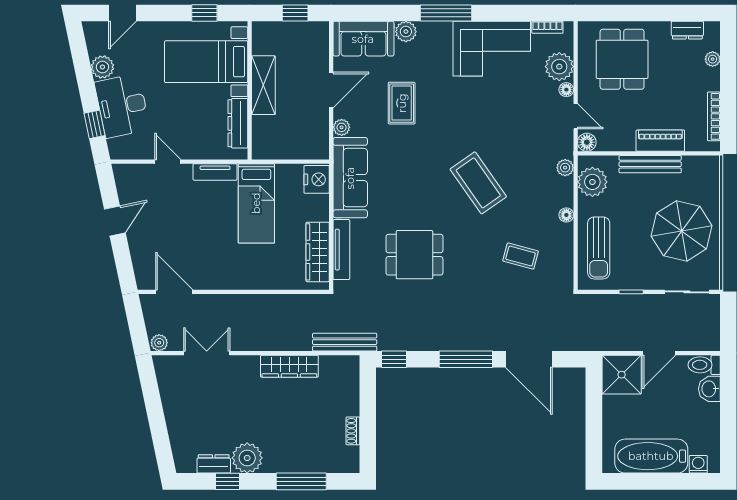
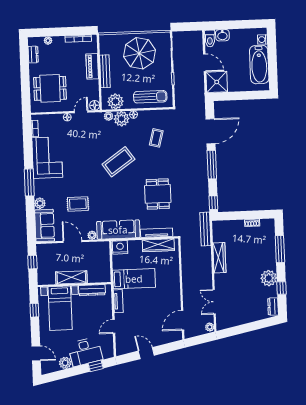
plant: (559, 67) -> (121, 119), moved
dresser: (214, 464) -> (273, 307), moved

